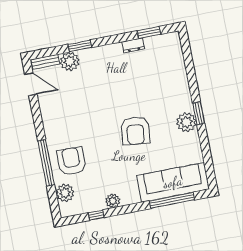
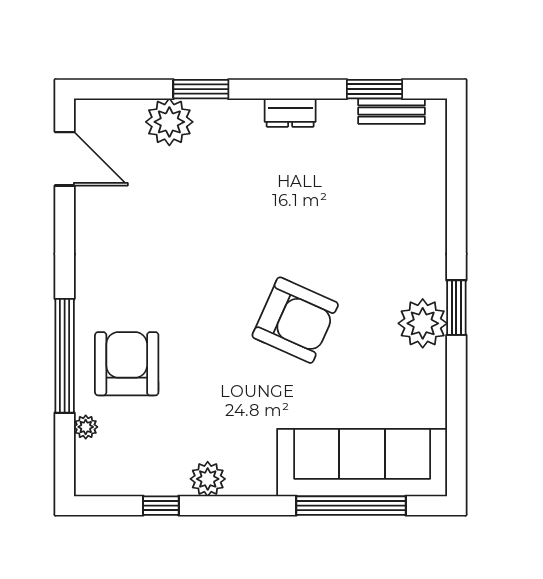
dresser: (133, 45) -> (290, 113), moved
bench: (45, 62) -> (392, 111), moved
armchair: (135, 131) -> (295, 320), turned -72
plant: (65, 193) -> (86, 427), width x0.53, depth x0.53

